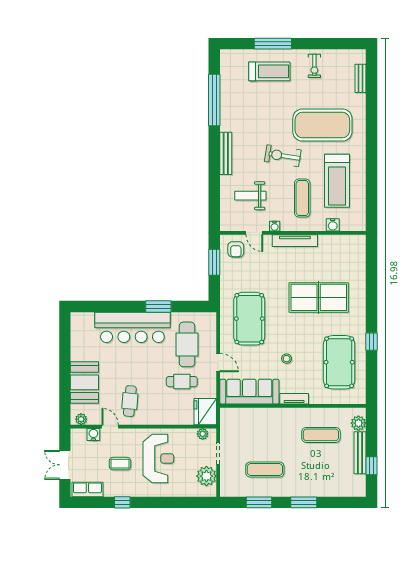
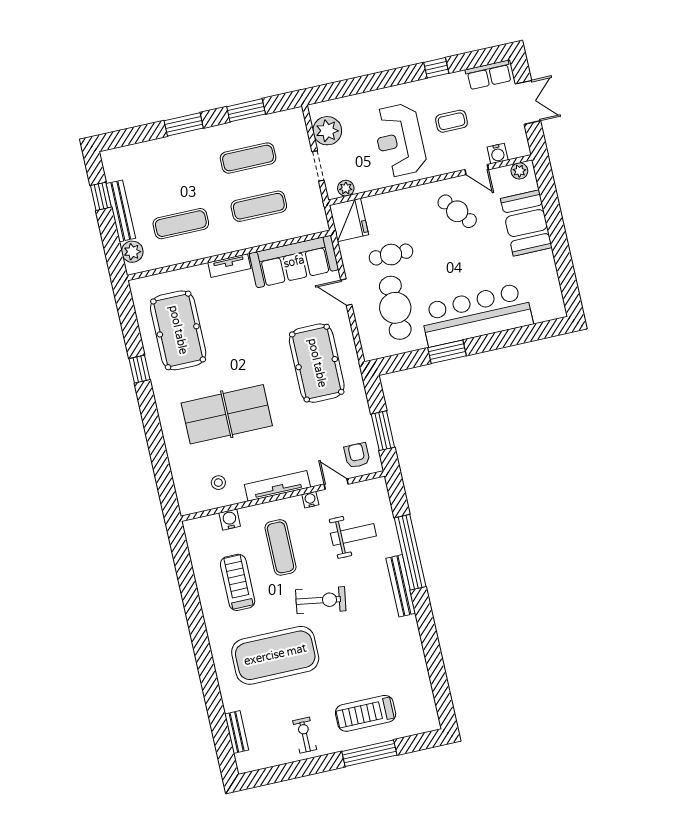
window: (214, 100) -> (410, 552), moved
treadmill: (337, 181) -> (238, 582), width x0.73, depth x0.73
stool: (287, 359) -> (218, 483), moved
cafe table: (130, 401) -> (457, 211), turned -45
exercise mat: (265, 435) -> (259, 206), added

